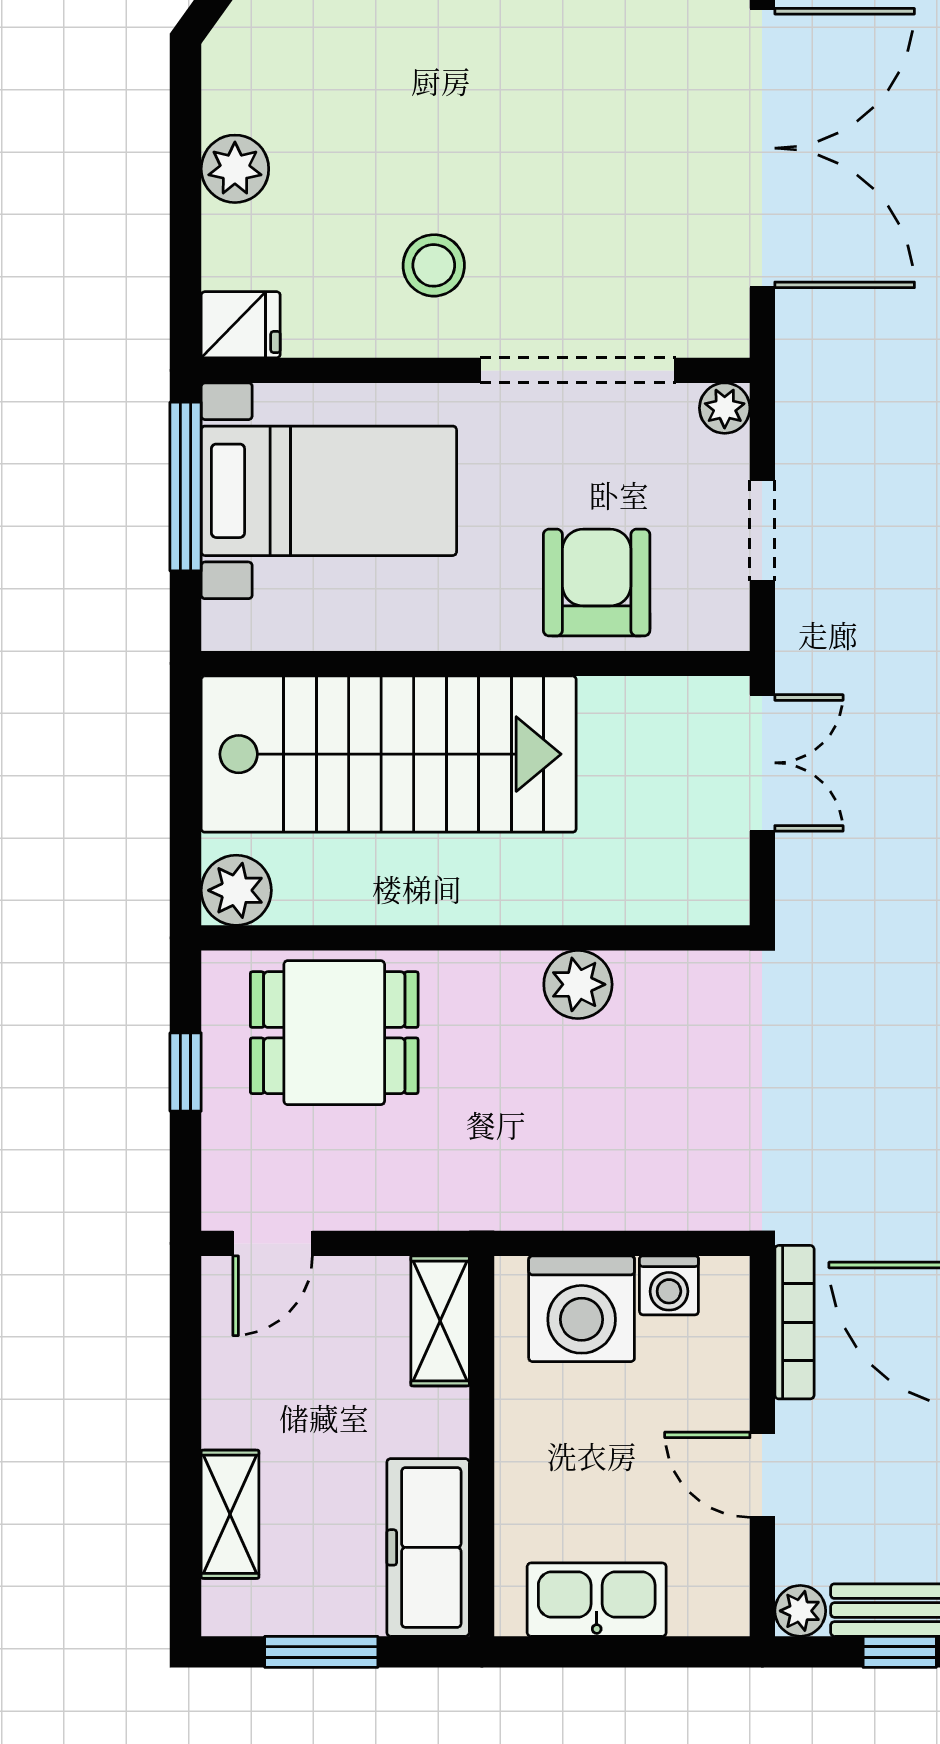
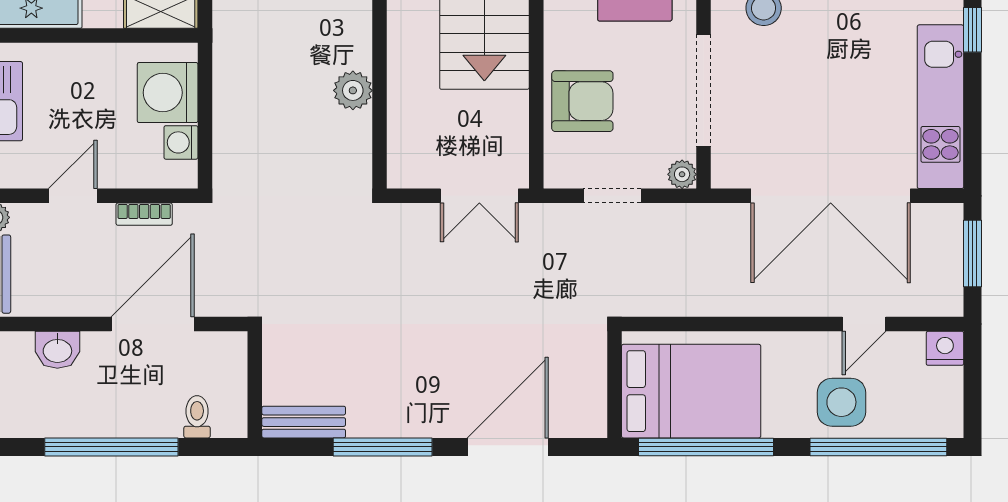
bookcase: (794, 1322) -> (144, 214), width x0.64

